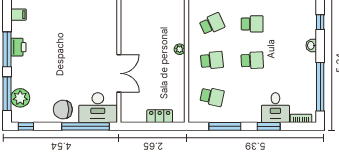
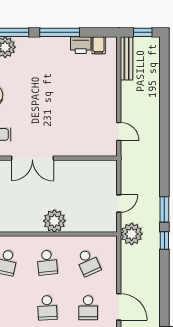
printer: (18, 47) -> (81, 45), moved
plant: (180, 49) -> (54, 221), width x1.88, depth x1.88

